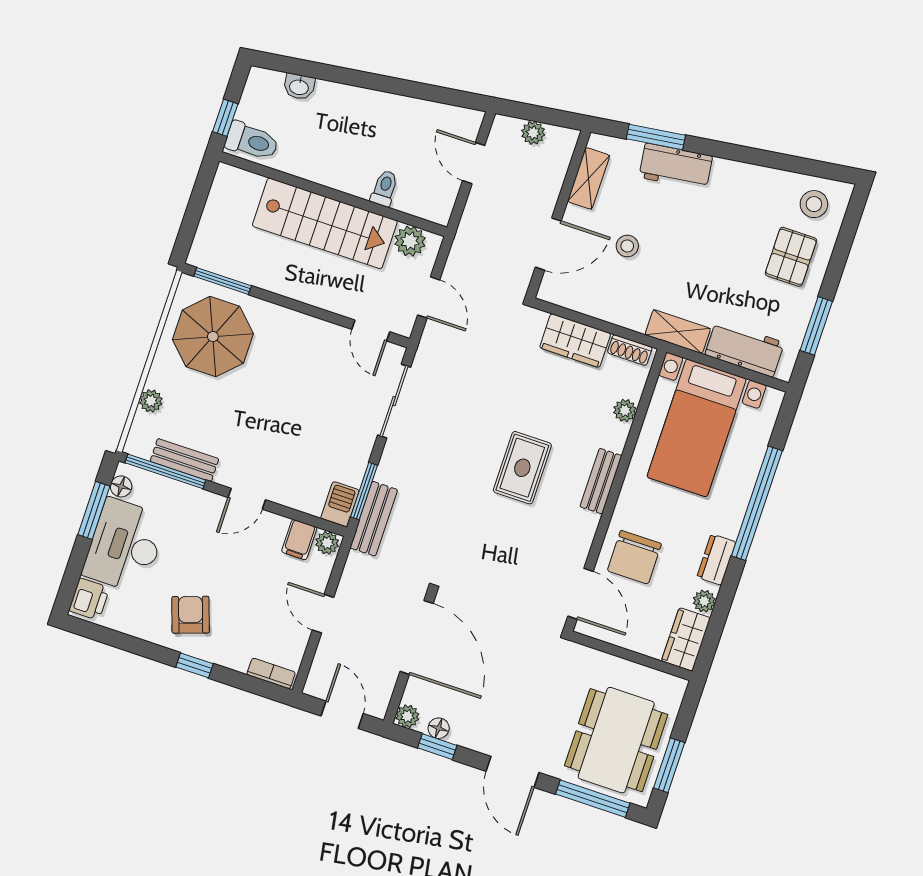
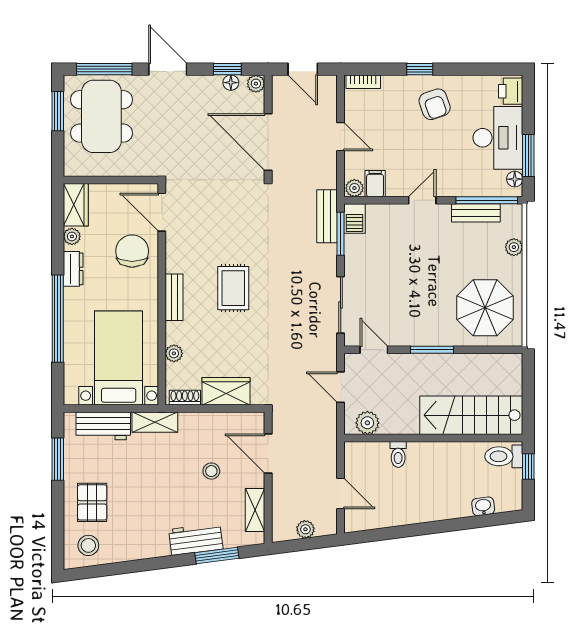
stairs: (325, 223) -> (471, 415), moved
door: (548, 244) -> (268, 454), hinge flipped
window: (223, 281) -> (432, 350), moved

